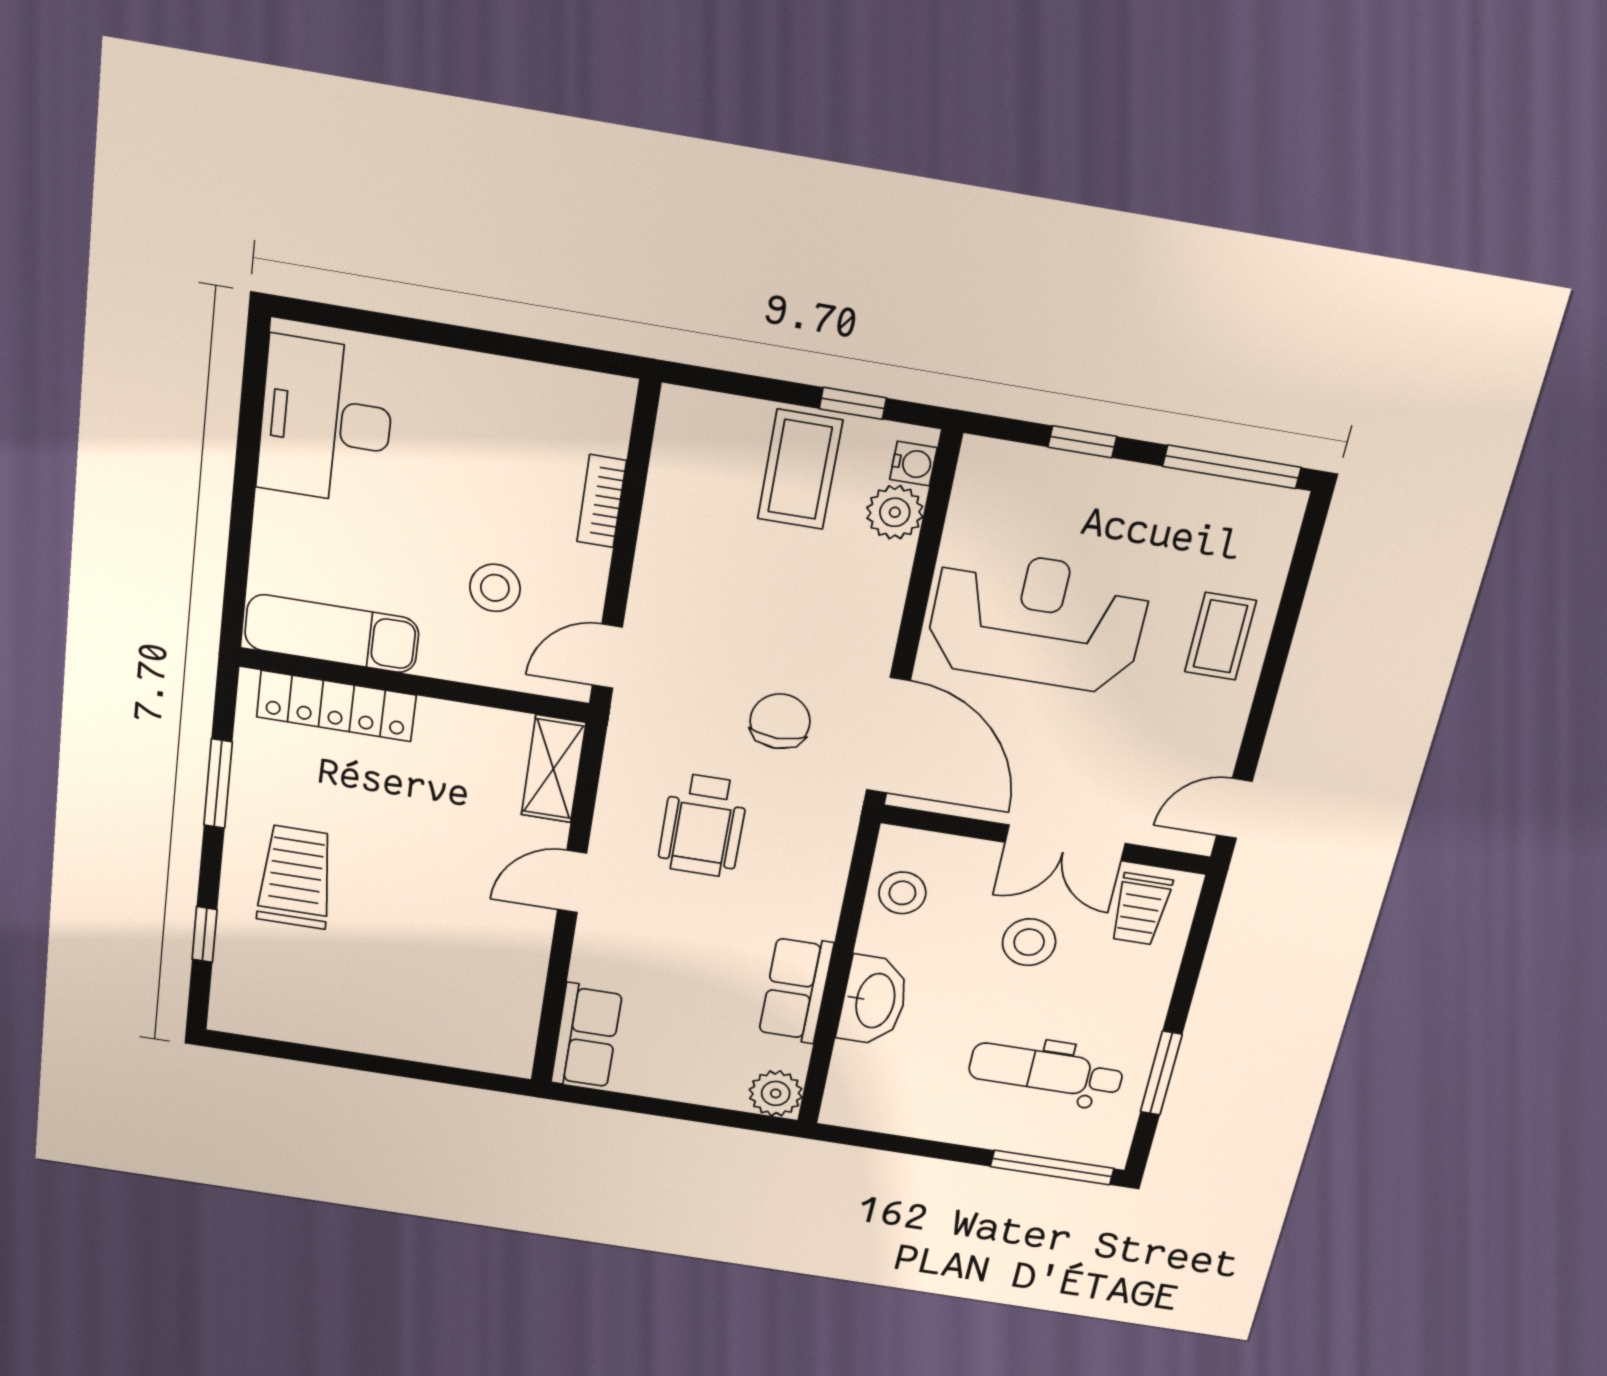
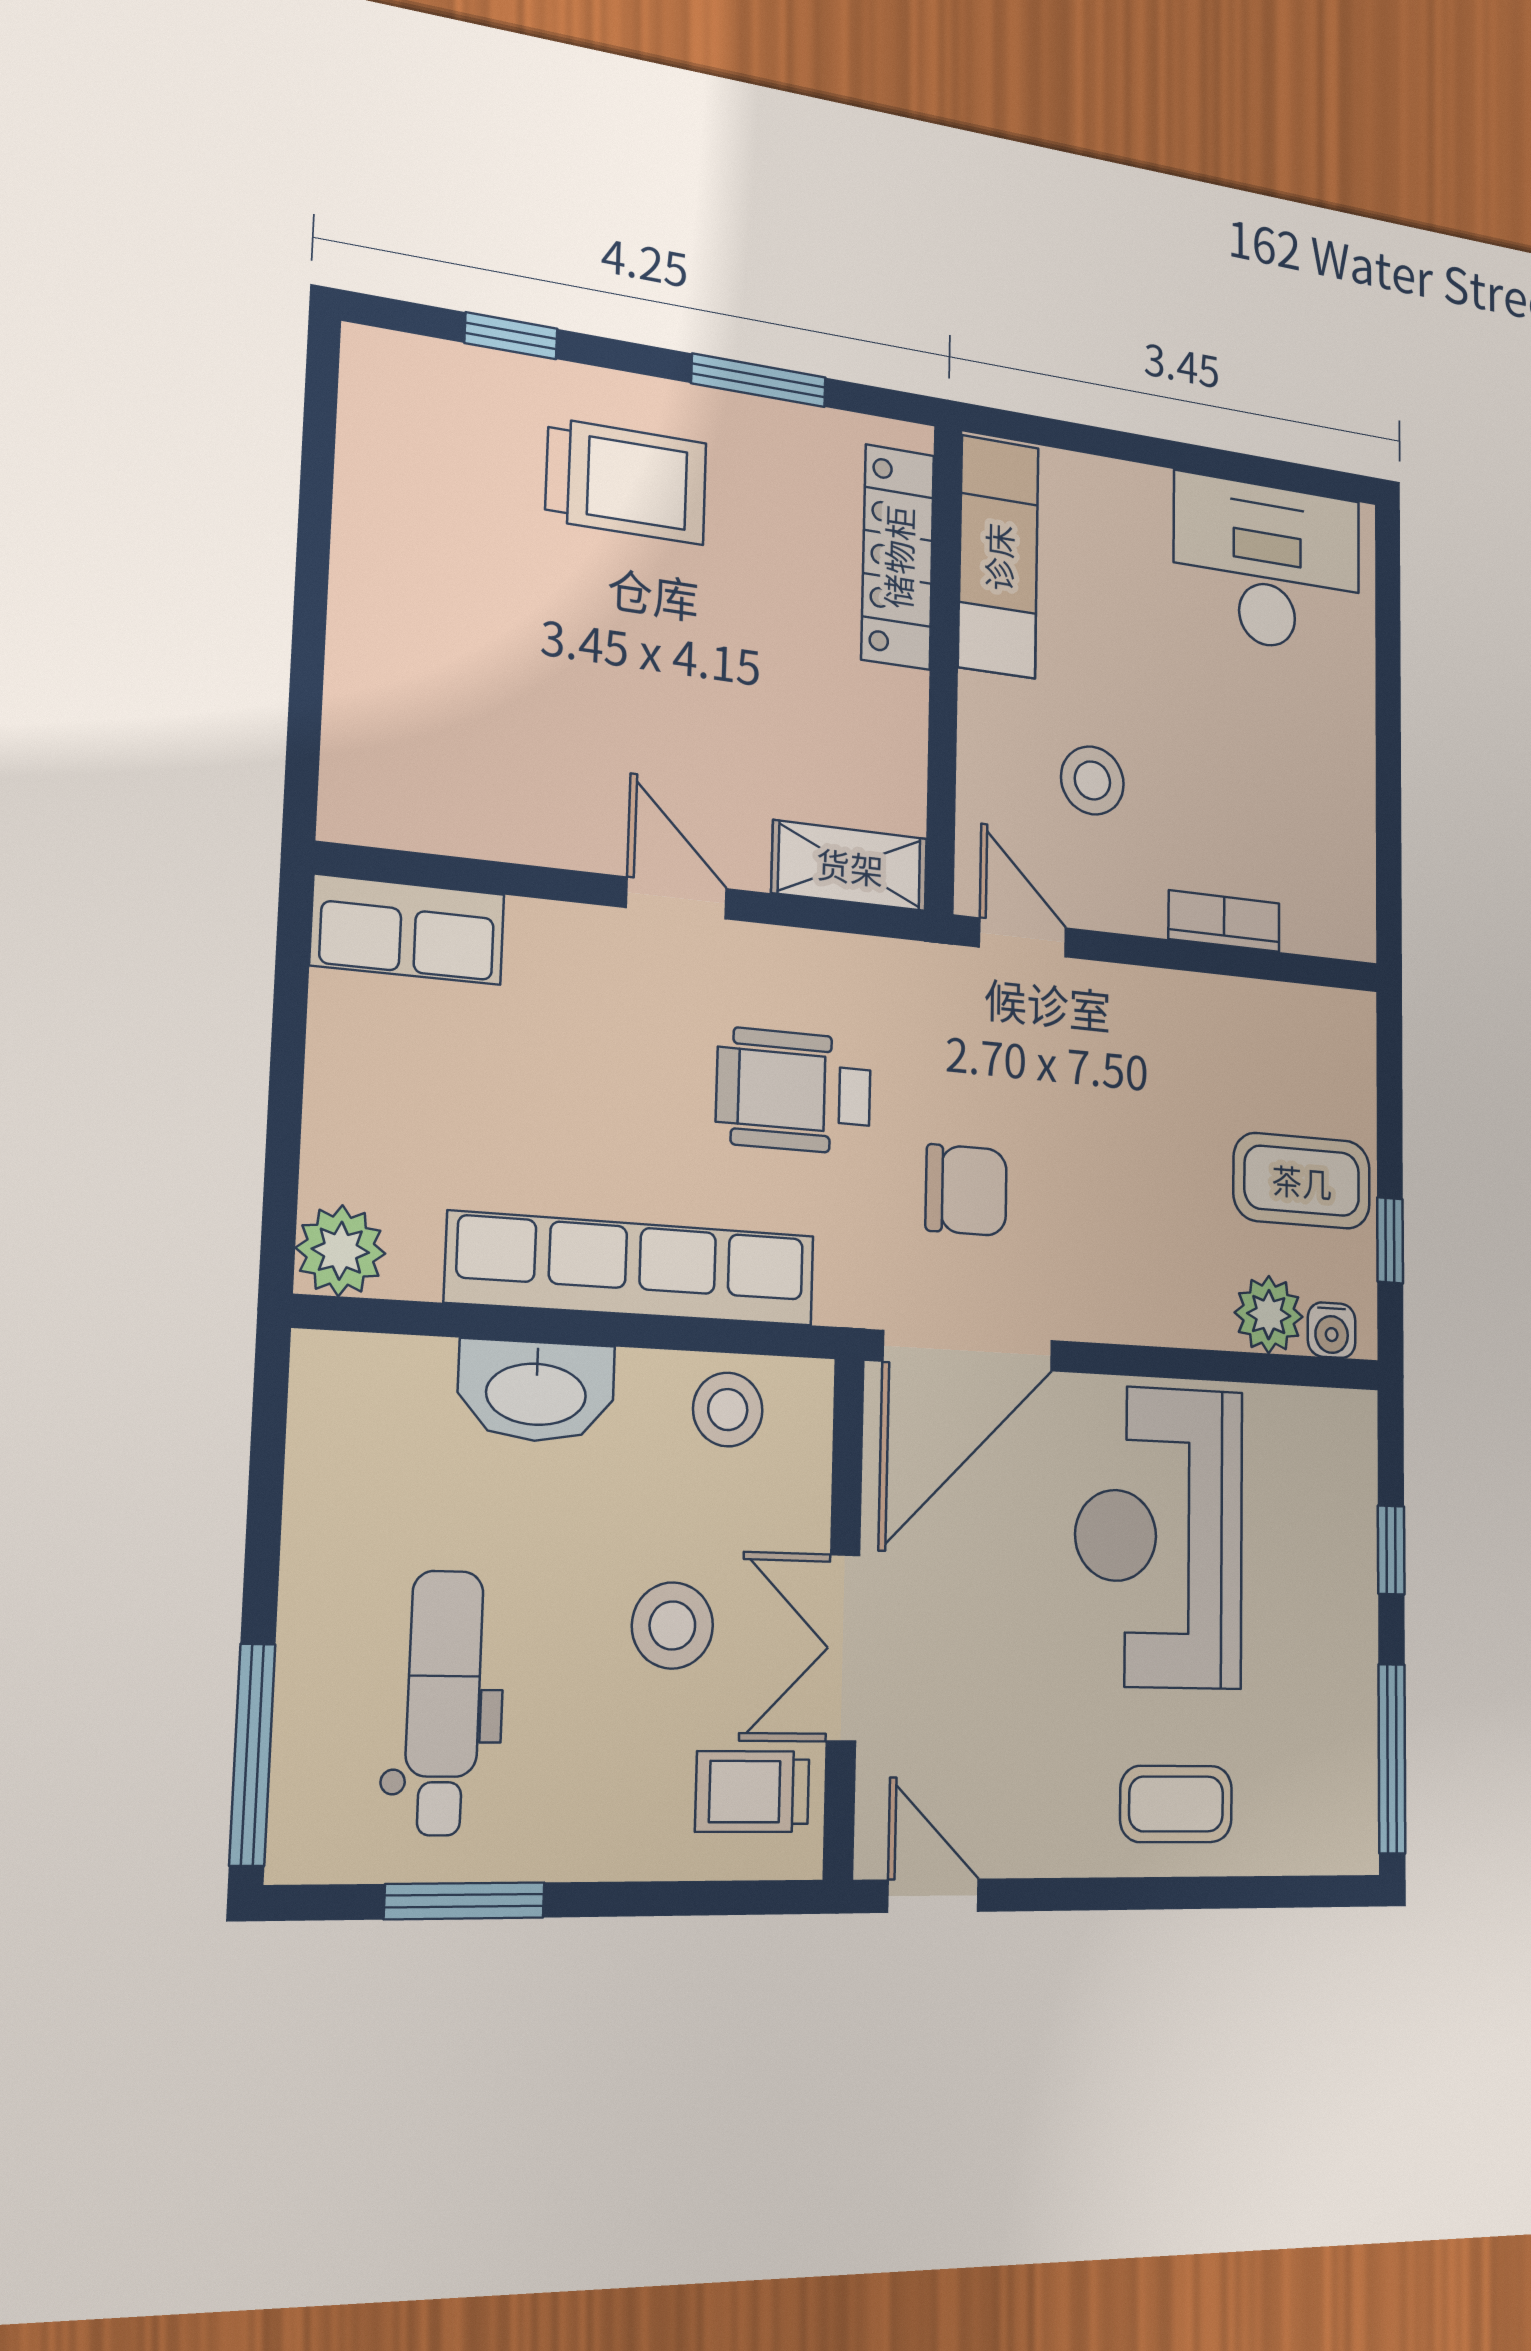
reception desk: (1037, 621) -> (1159, 1537), turned 180
row of seats: (796, 989) -> (633, 1269), width x2.02

